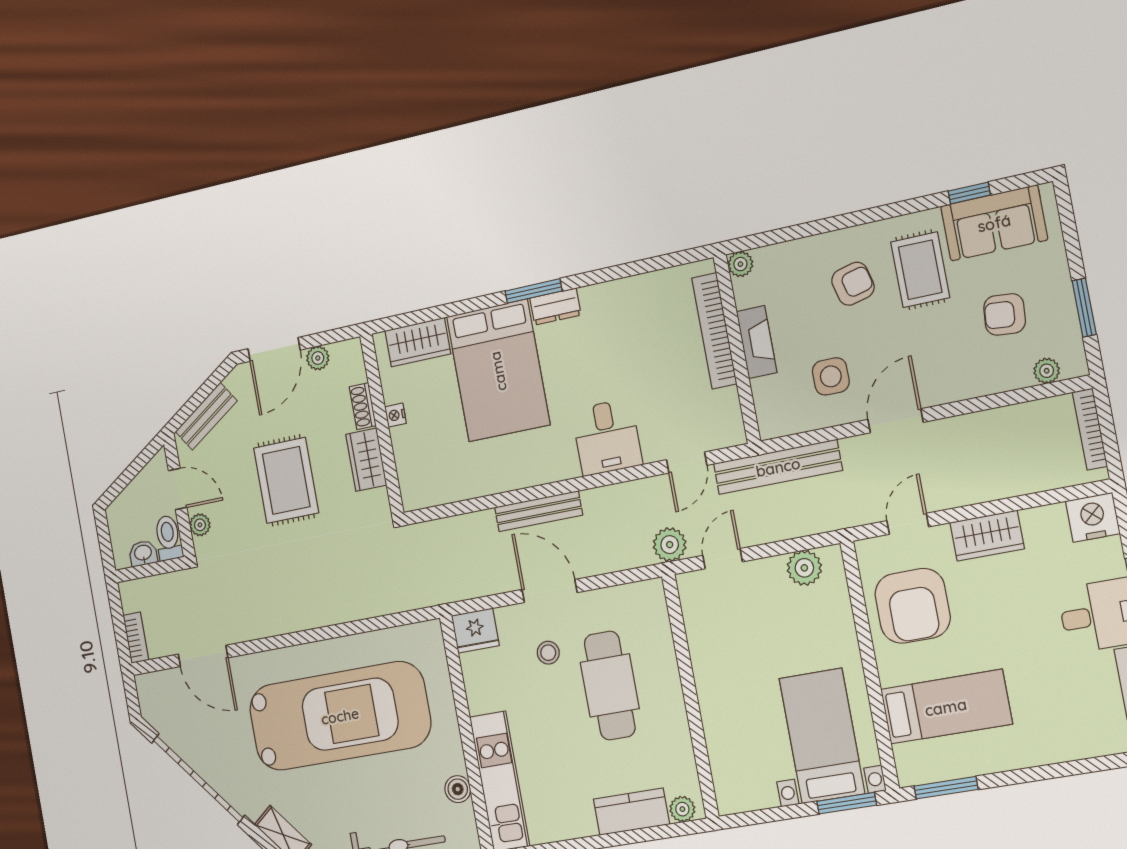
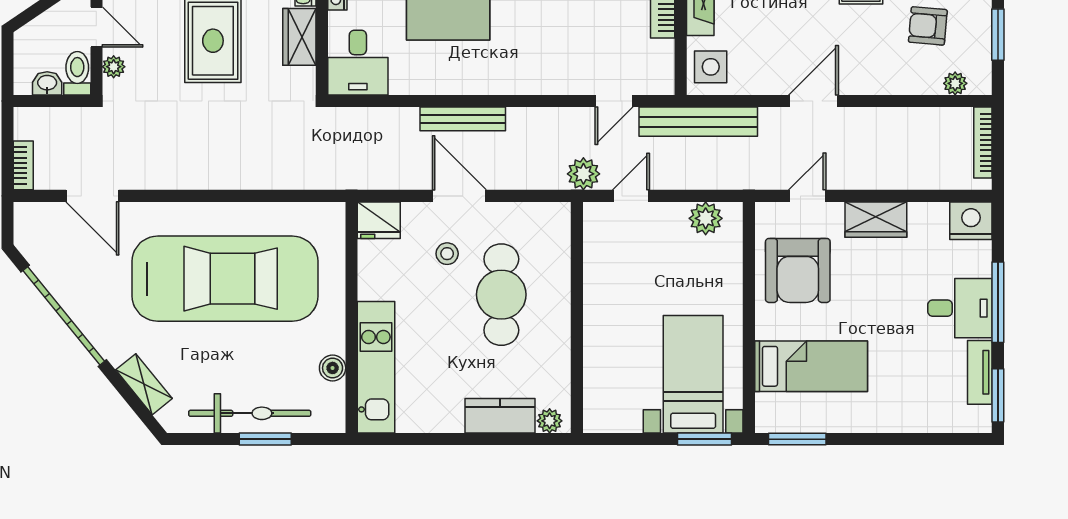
side table: (831, 376) -> (711, 67), moved
desk: (607, 437) -> (358, 63), moved

